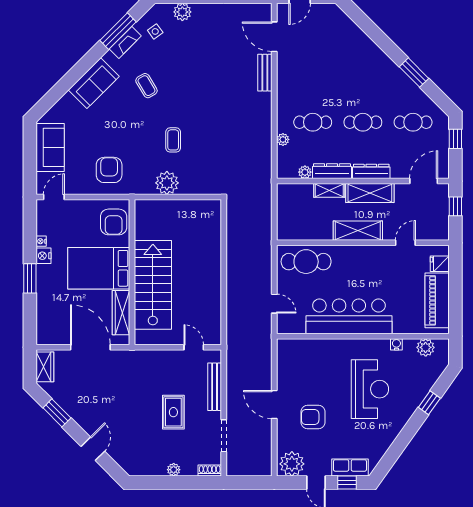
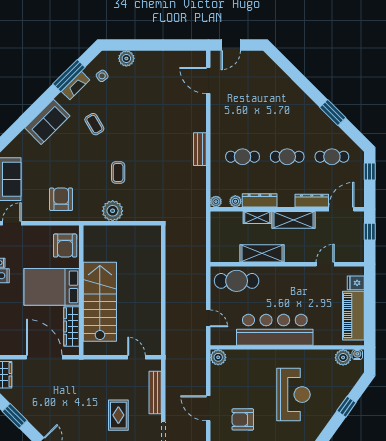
bench: (265, 73) -> (200, 149), moved
plant: (283, 139) -> (216, 202), moved
dresser: (371, 171) -> (312, 201), moved
shelving: (358, 231) -> (262, 253), moved
water cooler: (396, 344) -> (357, 355), moved
plant: (285, 347) -> (218, 357), added

